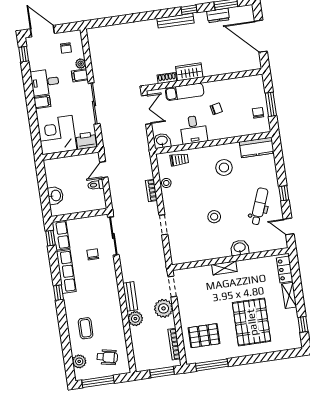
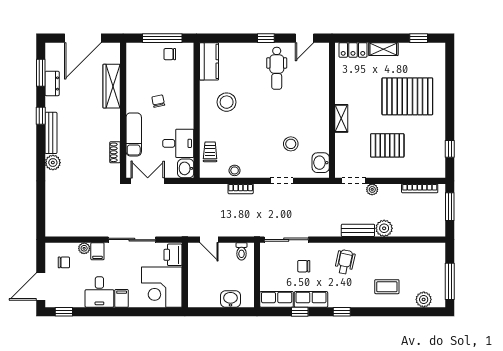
plant: (150, 26) -> (53, 163), added
wardrobe: (189, 72) -> (112, 86), moved, width x1.50
window: (271, 104) -> (162, 38), width x1.44
desk: (194, 130) -> (178, 143), moved
toilet: (96, 185) -> (242, 251), moved
dental chair: (259, 206) -> (277, 68), turned -111
stool: (214, 217) -> (291, 144), moved
window: (50, 238) -> (300, 312), moved
washbasin: (240, 248) -> (321, 163), moved
row of seats: (66, 271) -> (311, 299), width x0.68
plant: (164, 308) -> (372, 189), width x0.53, depth x0.53
pallet: (204, 336) -> (387, 145), moved, turned 90
wheelchair: (107, 357) -> (345, 262), moved
window: (212, 365) -> (450, 149), width x0.46

